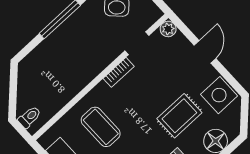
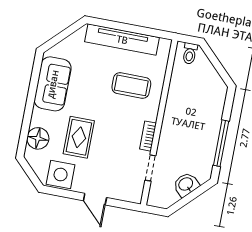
plant: (168, 29) -> (135, 196), removed

